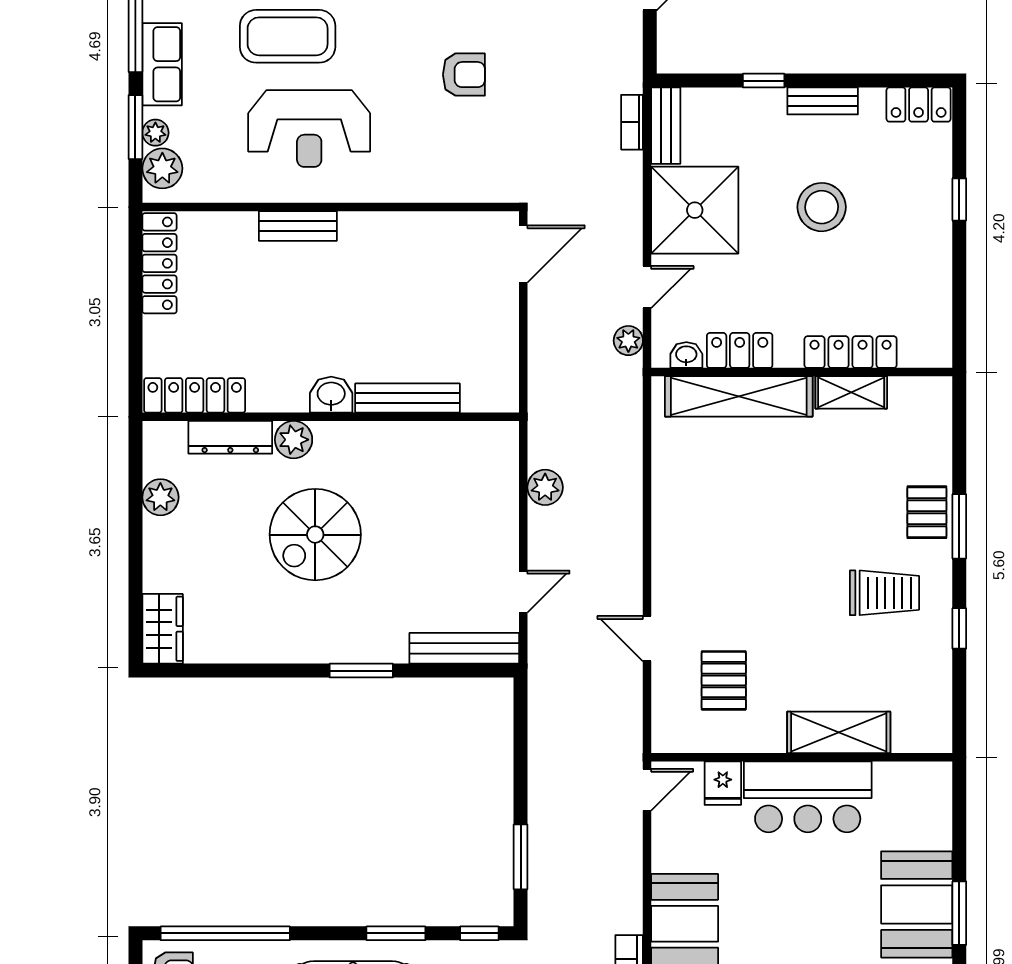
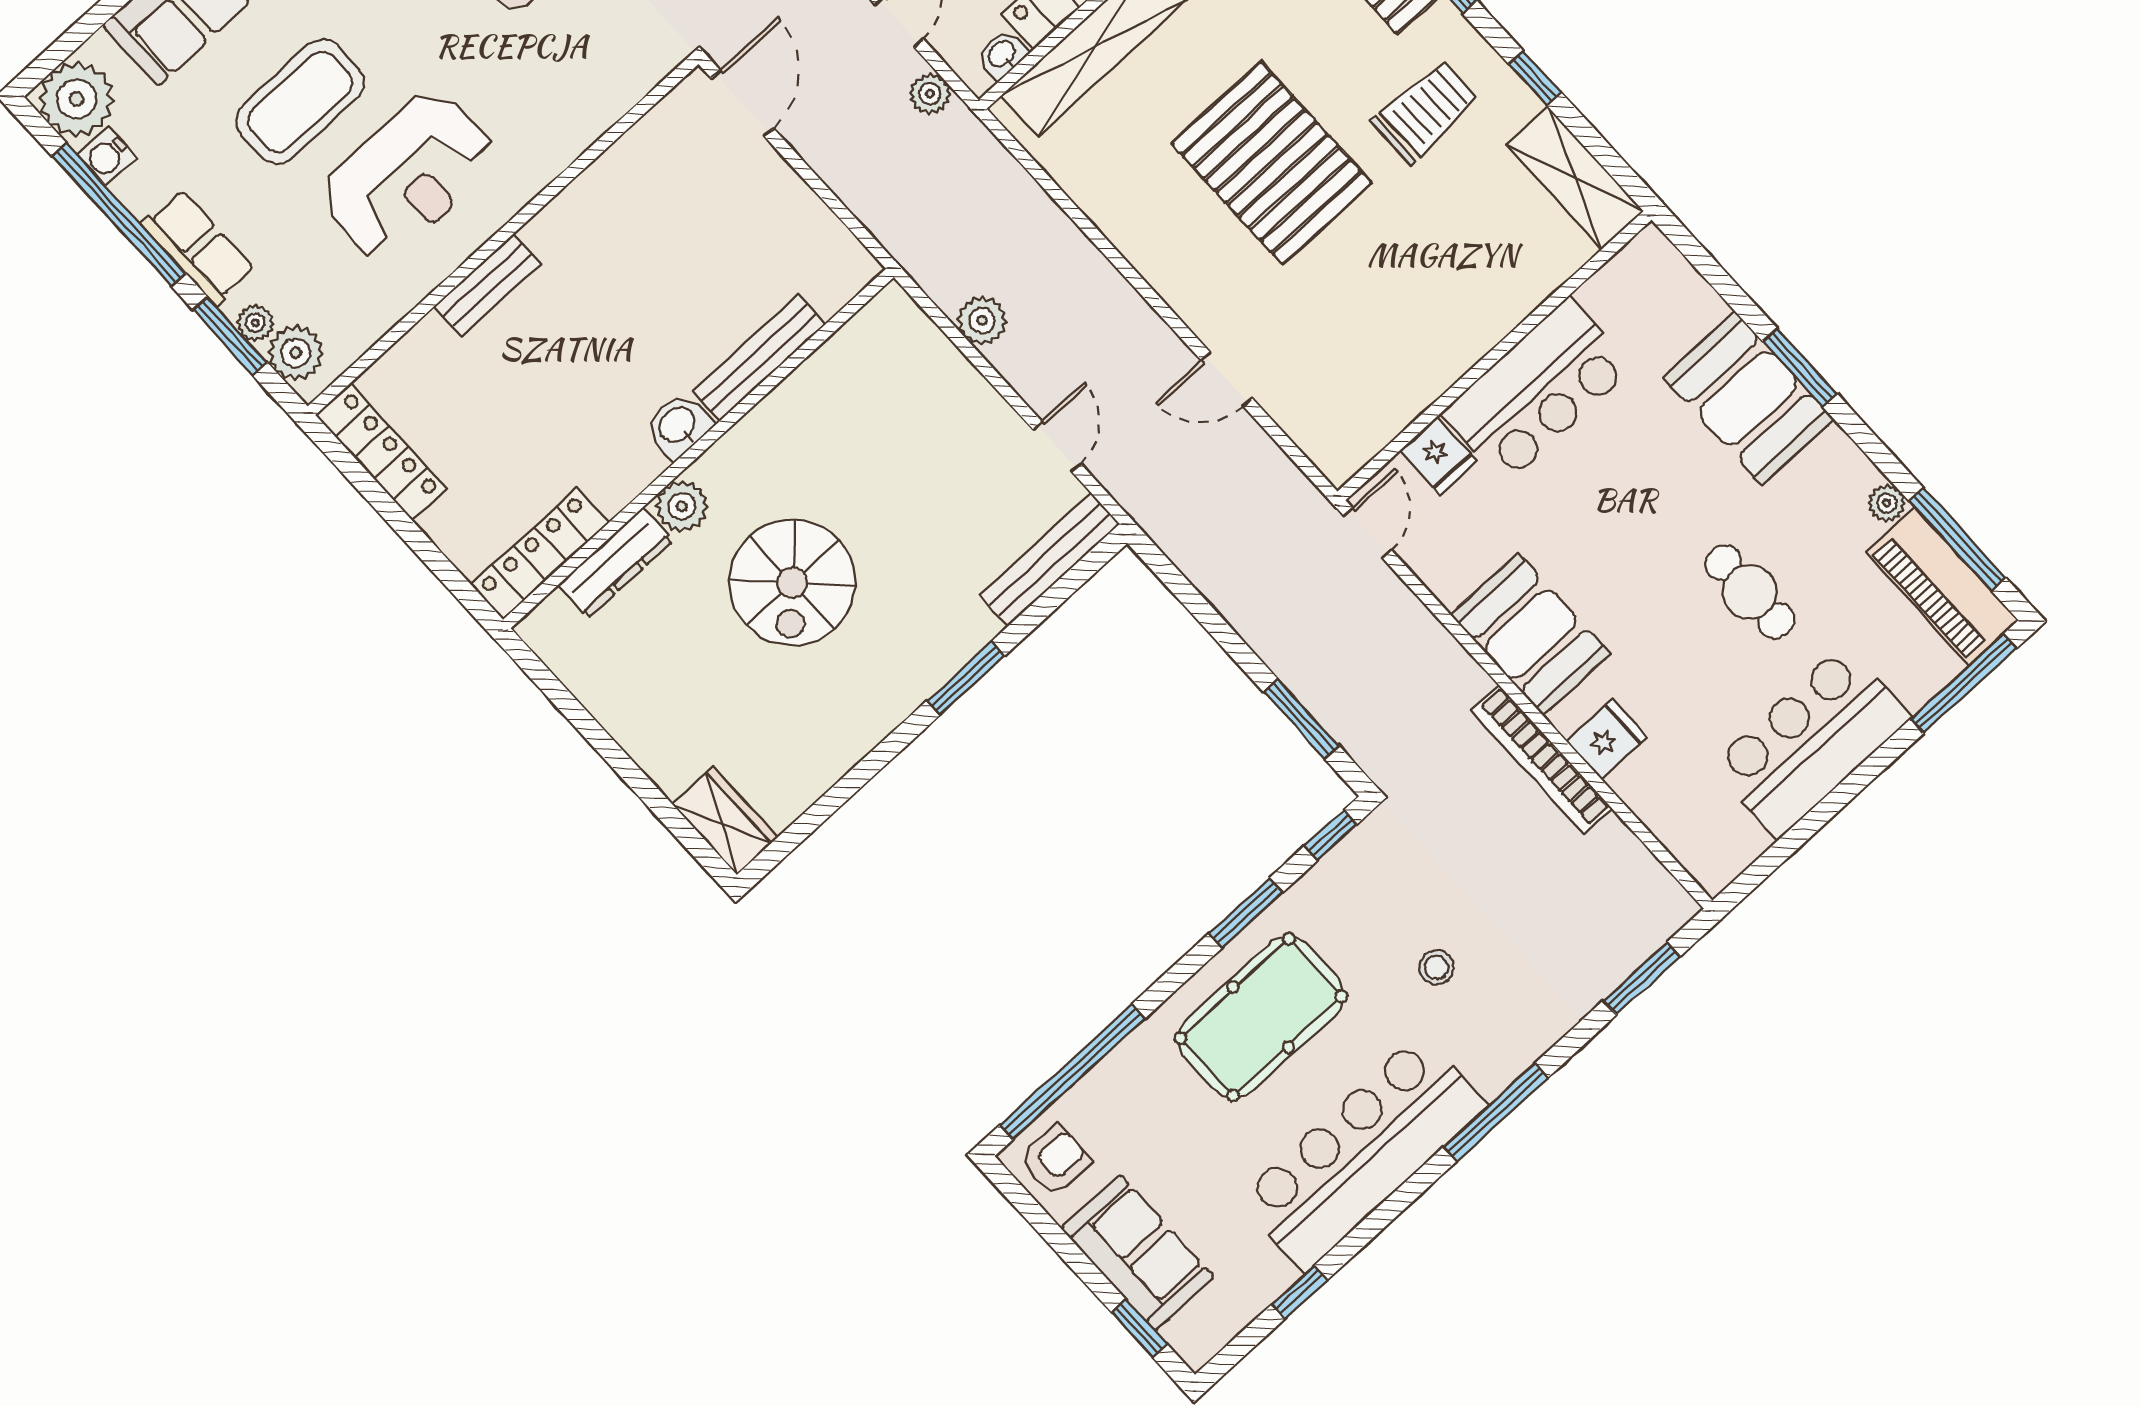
plant: (160, 497) -> (600, 689), removed
pallet: (724, 680) -> (1272, 163), moved, width x2.05, depth x2.00
shelving: (839, 732) -> (1575, 178), moved, turned 90

